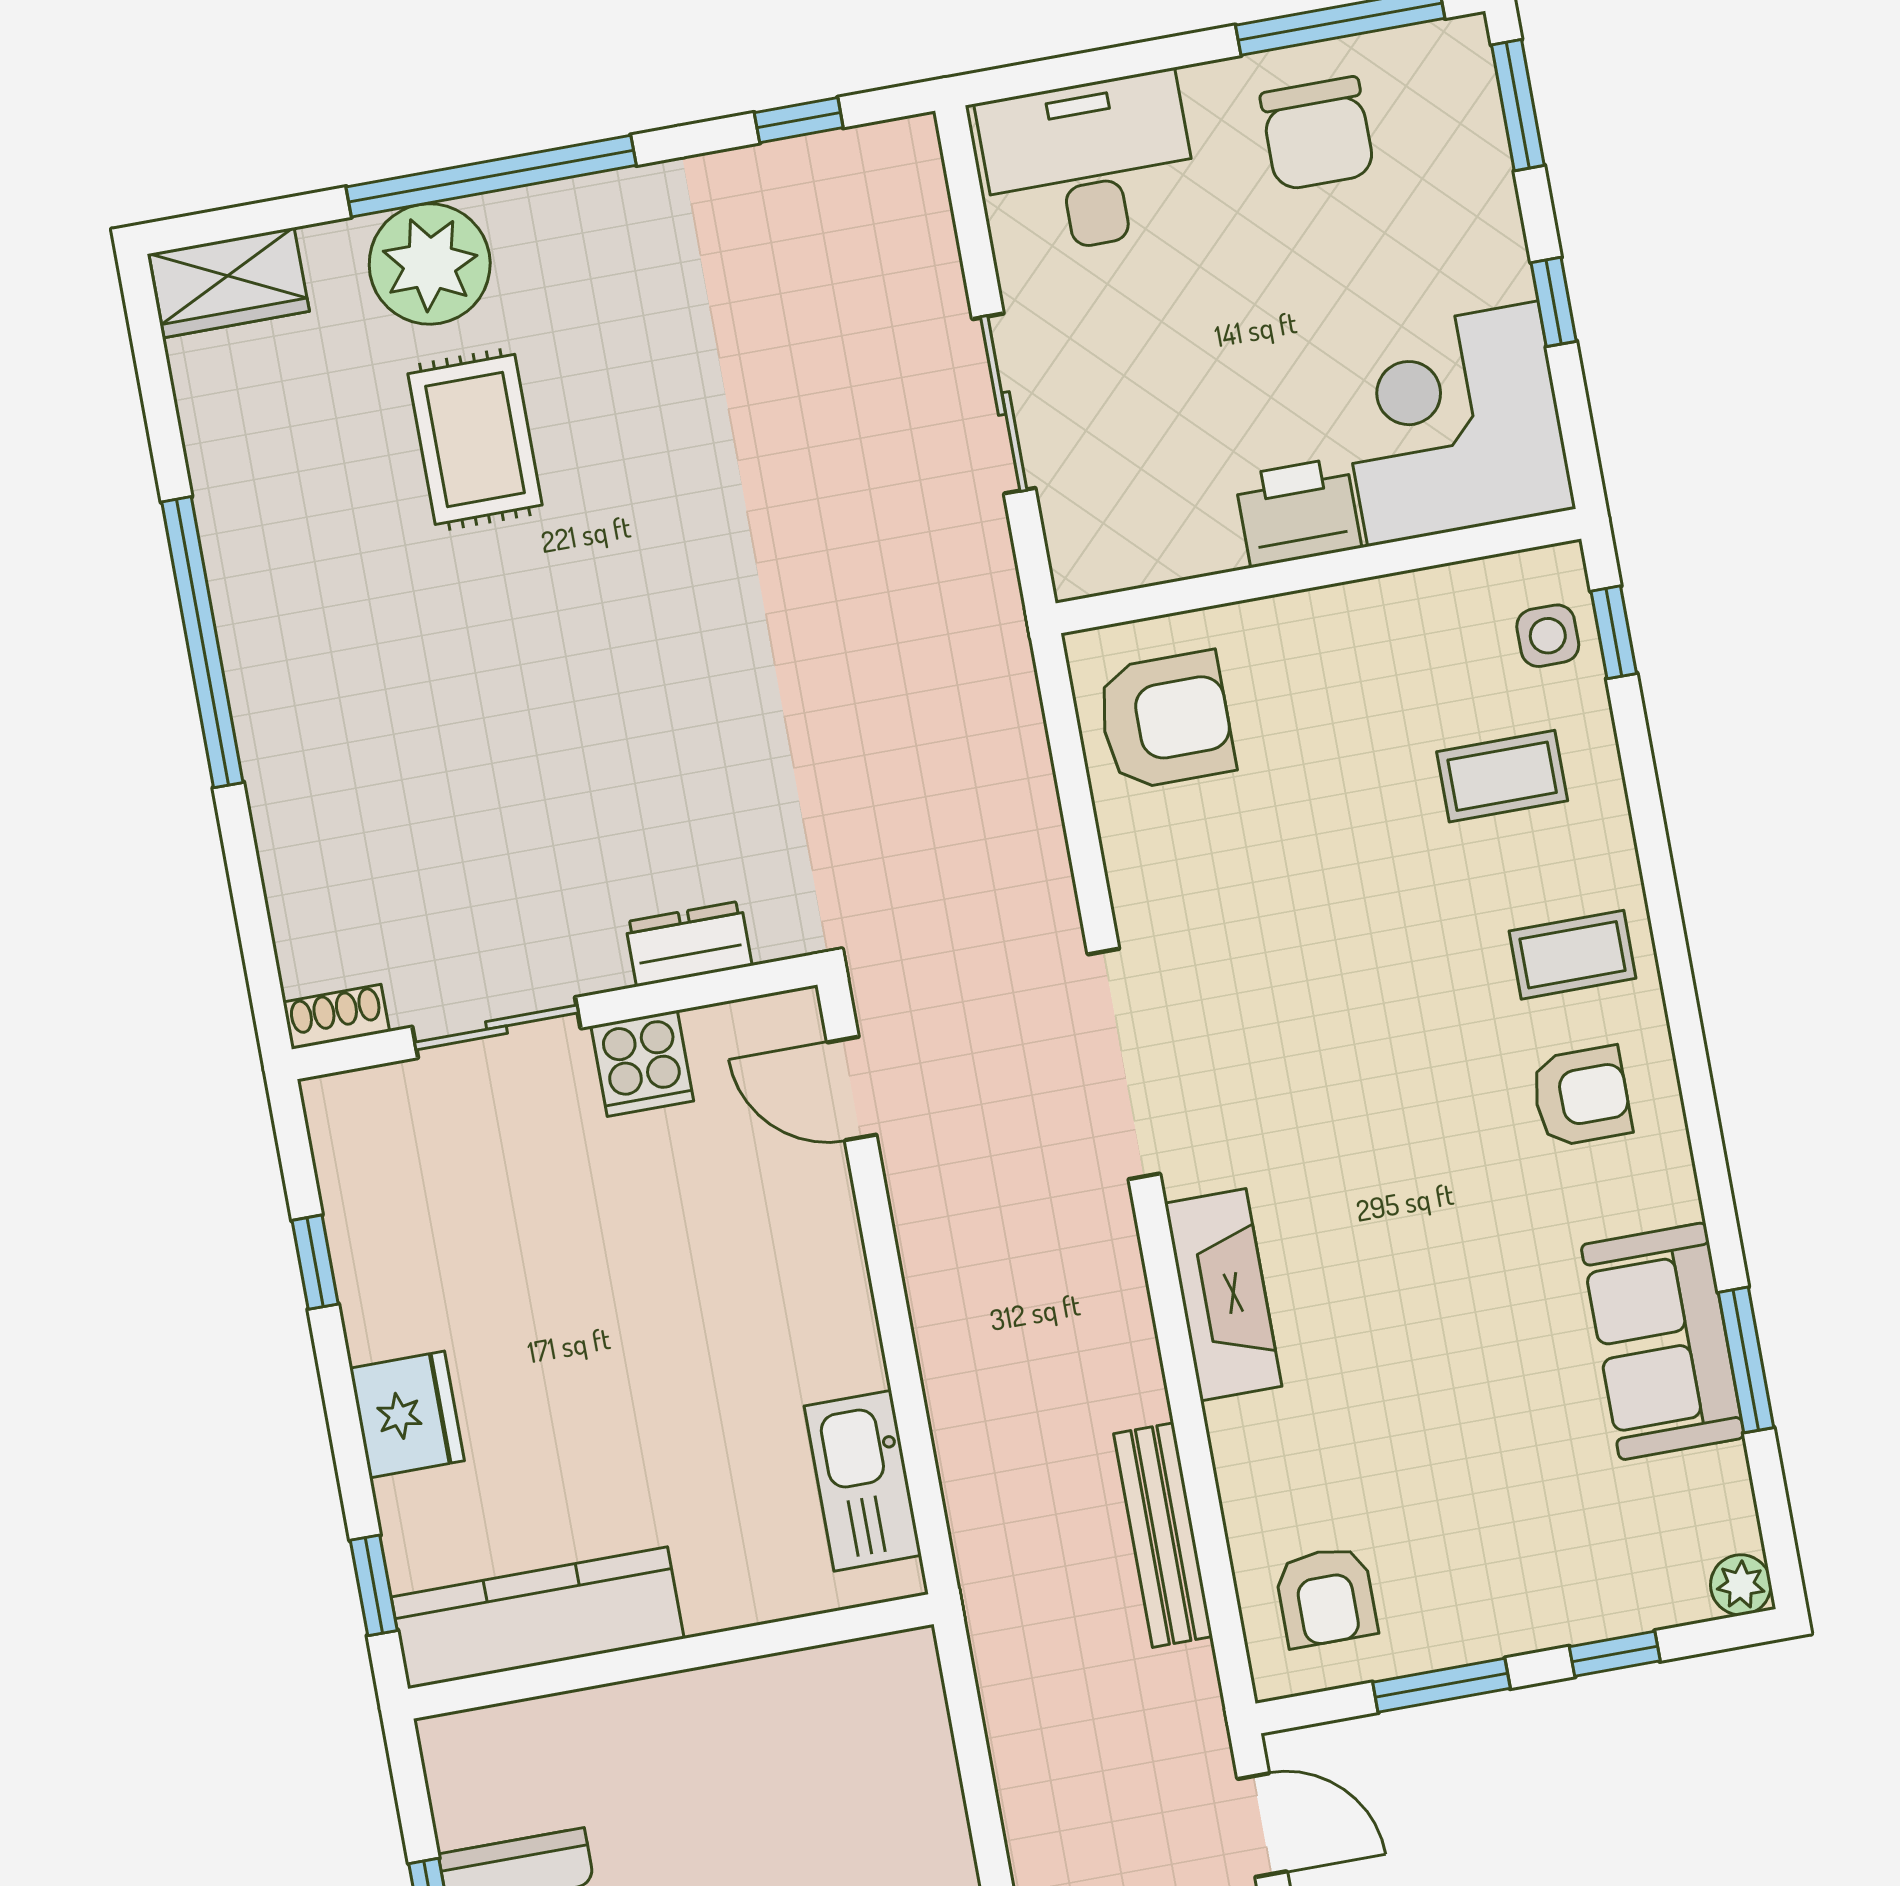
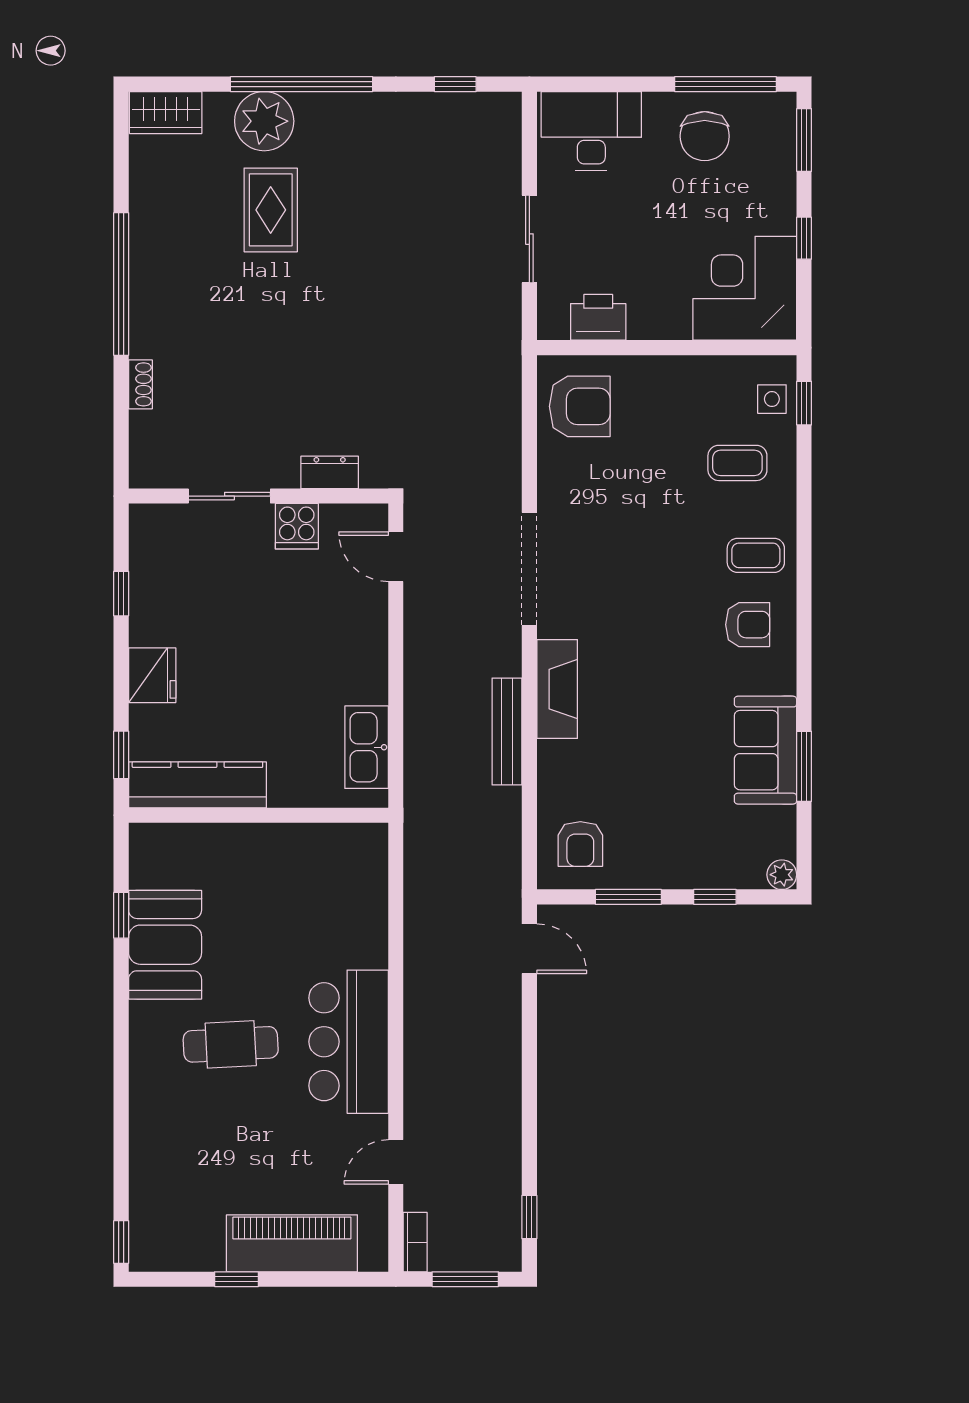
printer: (1298, 512) -> (598, 317), moved
shoe rack: (336, 1017) -> (140, 384), moved, turned 90
bench: (1163, 1535) -> (507, 732), moved

